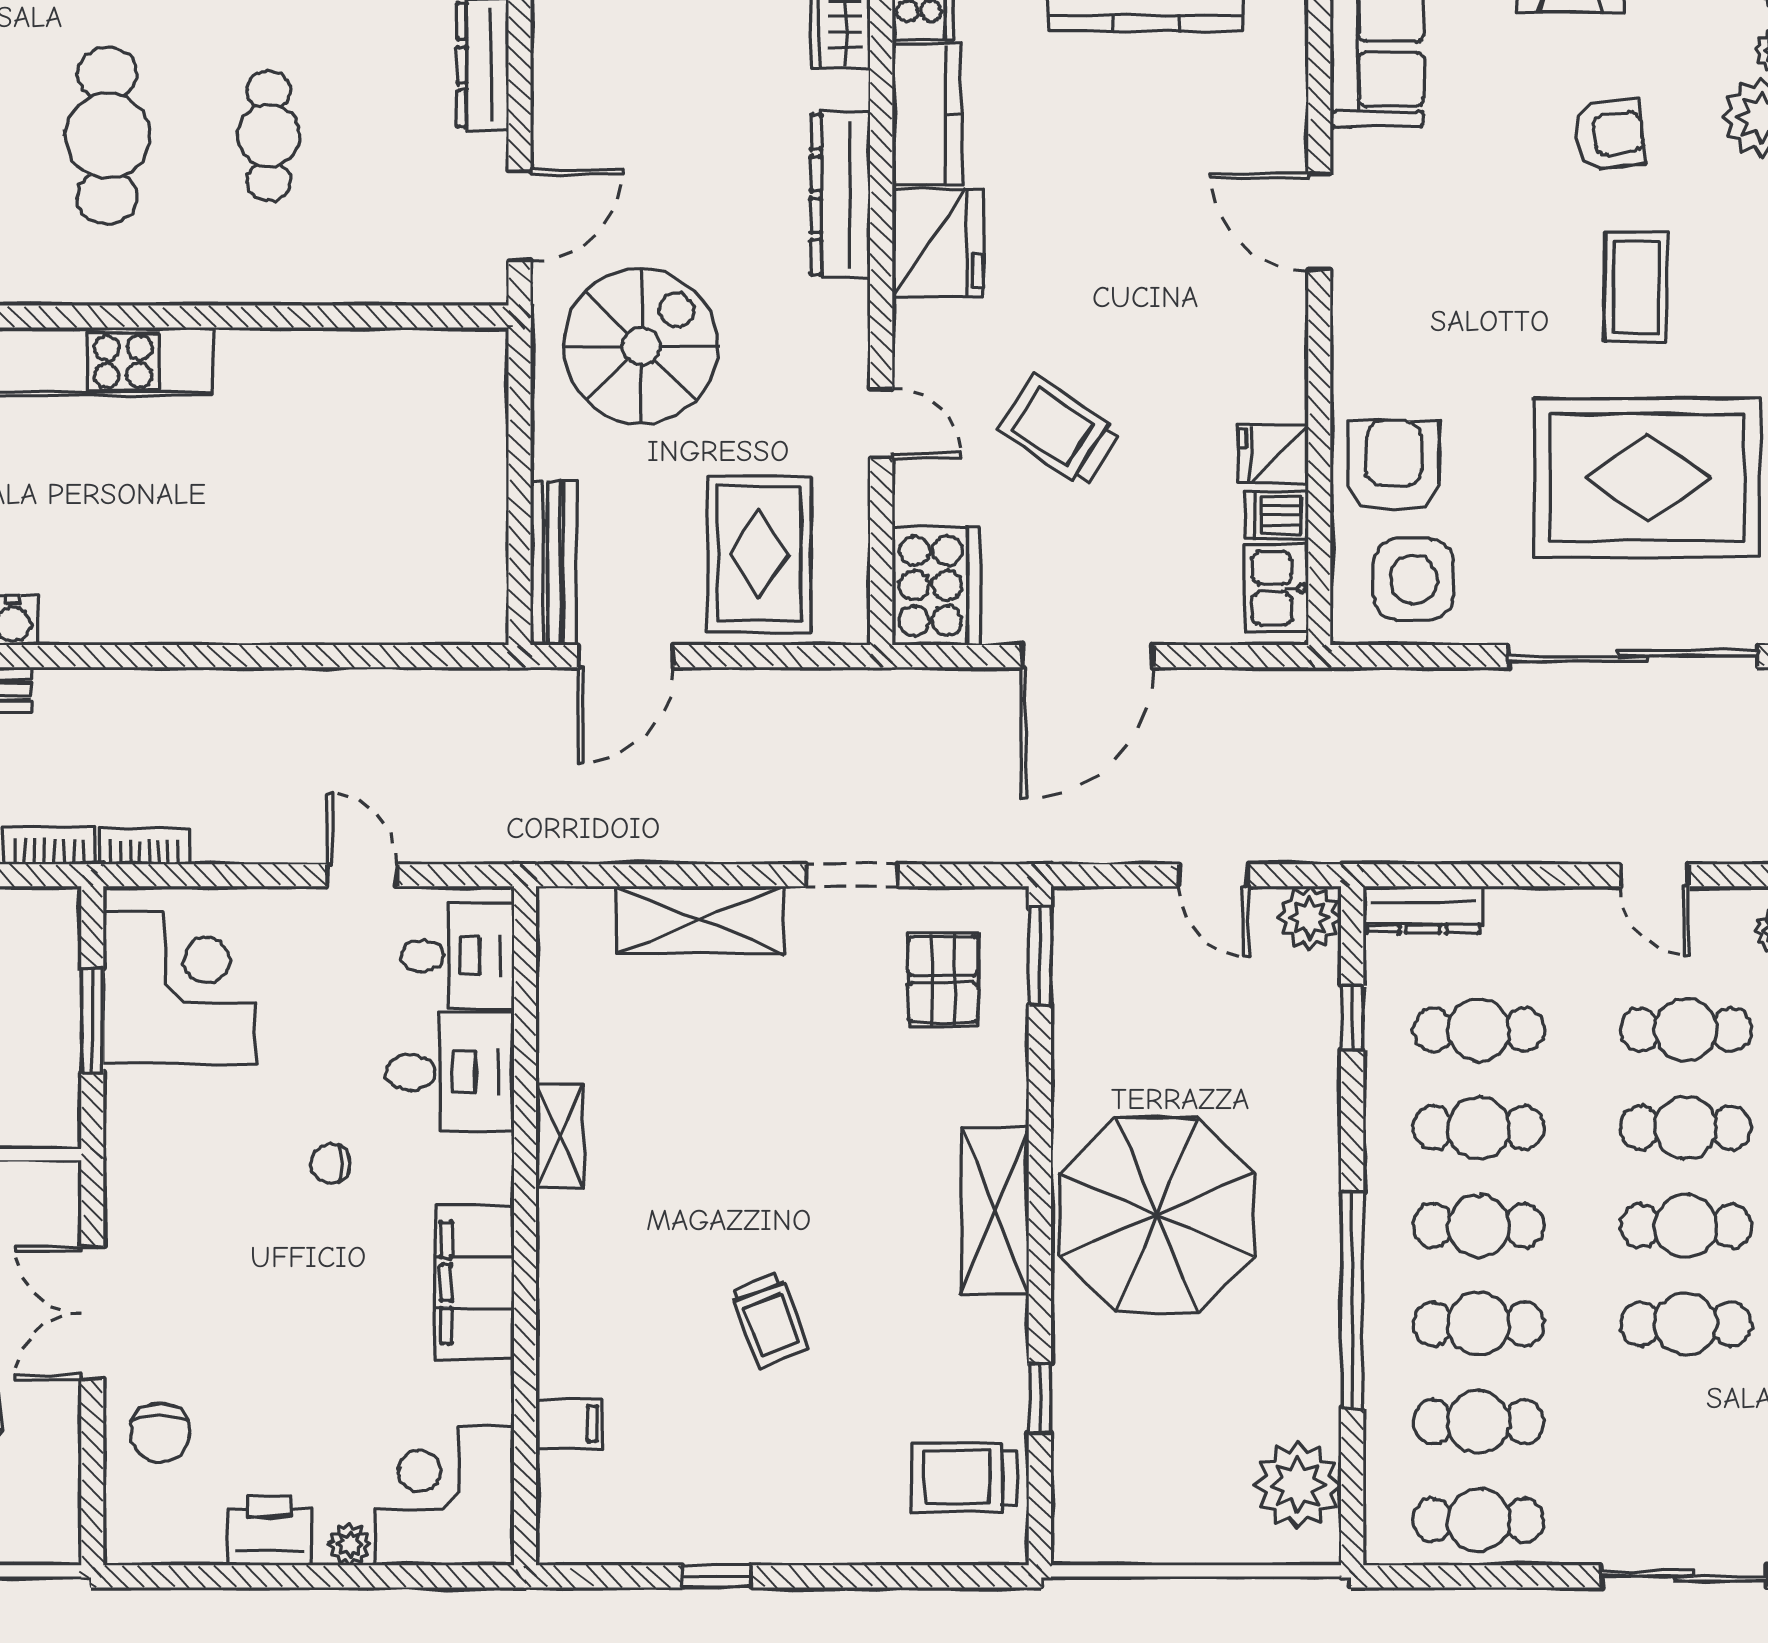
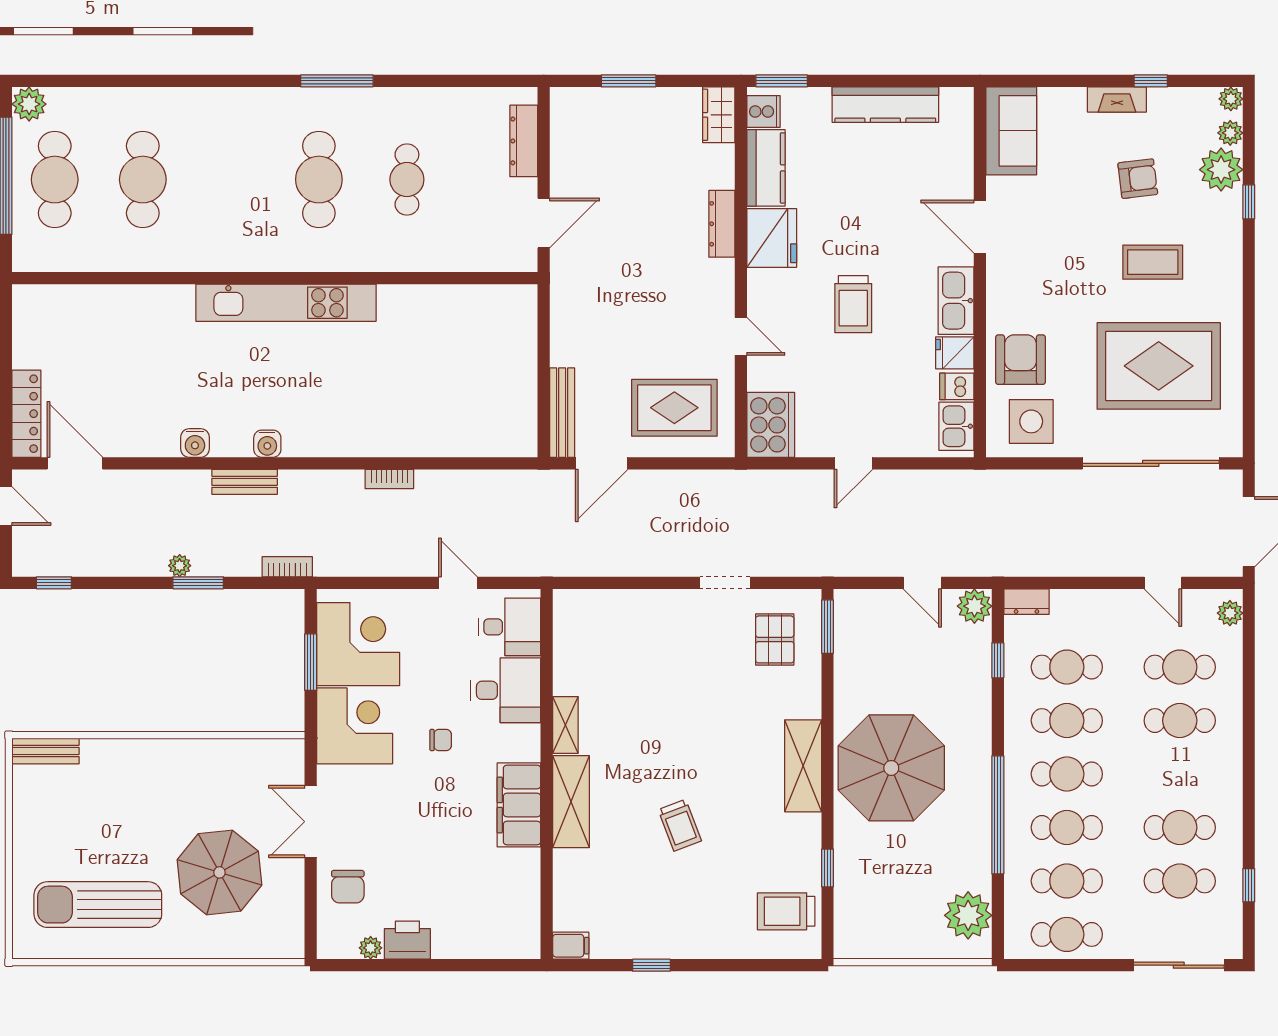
dresser: (840, 195) -> (722, 224), width x0.73, depth x0.80
coffee table: (1636, 287) -> (1153, 262), turned 90
spiral stairs: (641, 346) -> (610, 294), removed
kitchen sink: (1276, 358) -> (956, 301), added
trolley: (1059, 431) -> (853, 304), moved, turned -123
rug: (759, 554) -> (674, 408), turned 90
door: (1087, 656) -> (853, 463), width x0.53
bookcase: (144, 846) -> (389, 479), moved, turned 180
dresser: (1423, 910) -> (1026, 602), width x0.70
shelving: (700, 920) -> (571, 802), moved, turned 90
chair: (330, 1163) -> (441, 740), turned 180
cafe table: (1686, 1226) -> (1180, 881), moved
filing cabinet: (569, 1424) -> (571, 946), moved
corner desk: (445, 1496) -> (355, 726), moved, turned 90
plant: (350, 1544) -> (371, 948), moved

